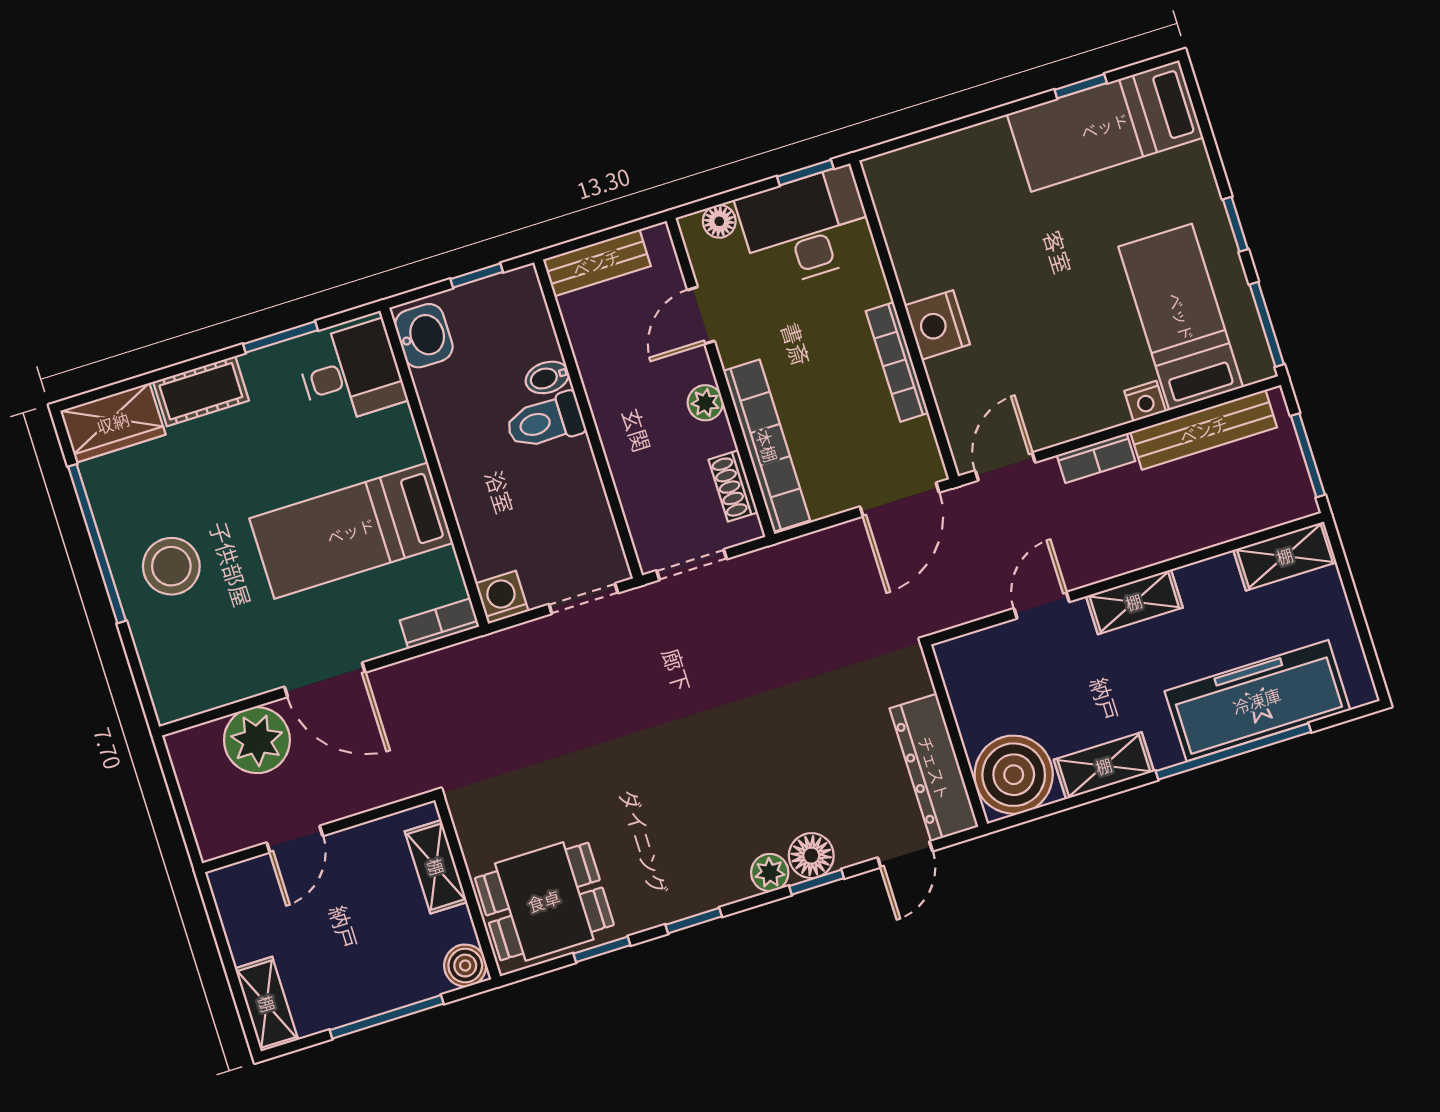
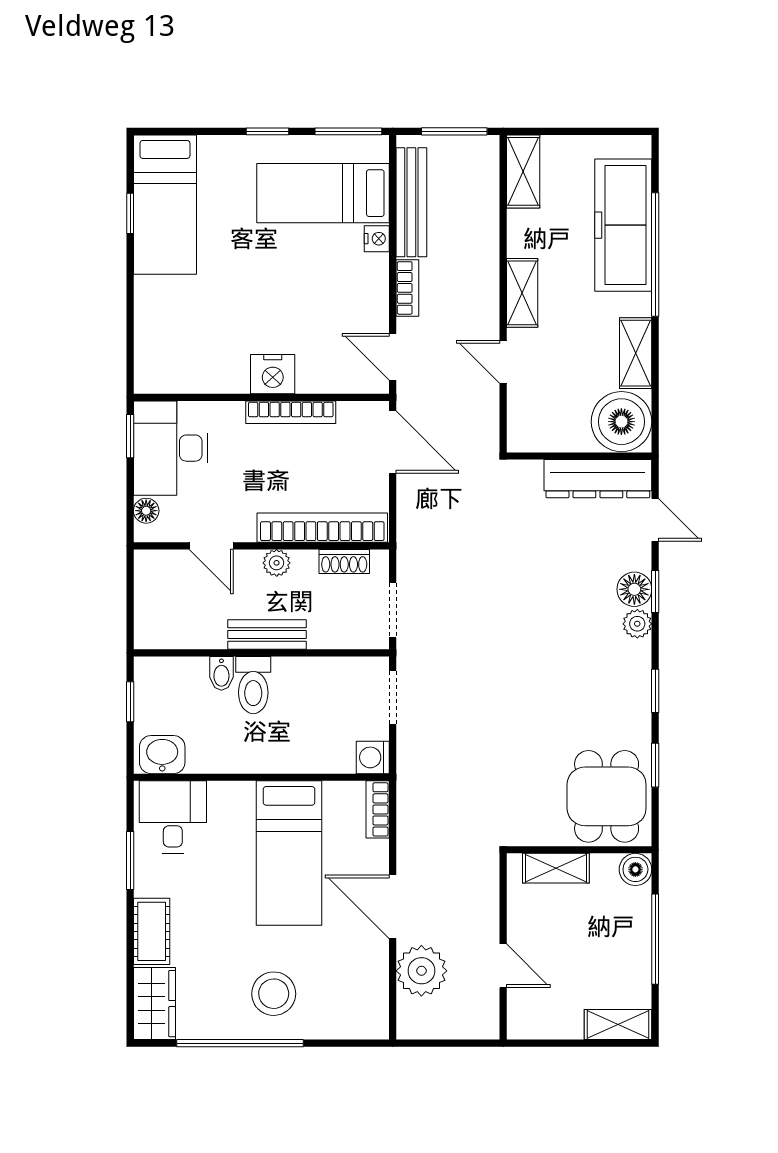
bench: (597, 263) -> (267, 635), moved, turned 90
door: (325, 680) -> (393, 907), swing flipped

